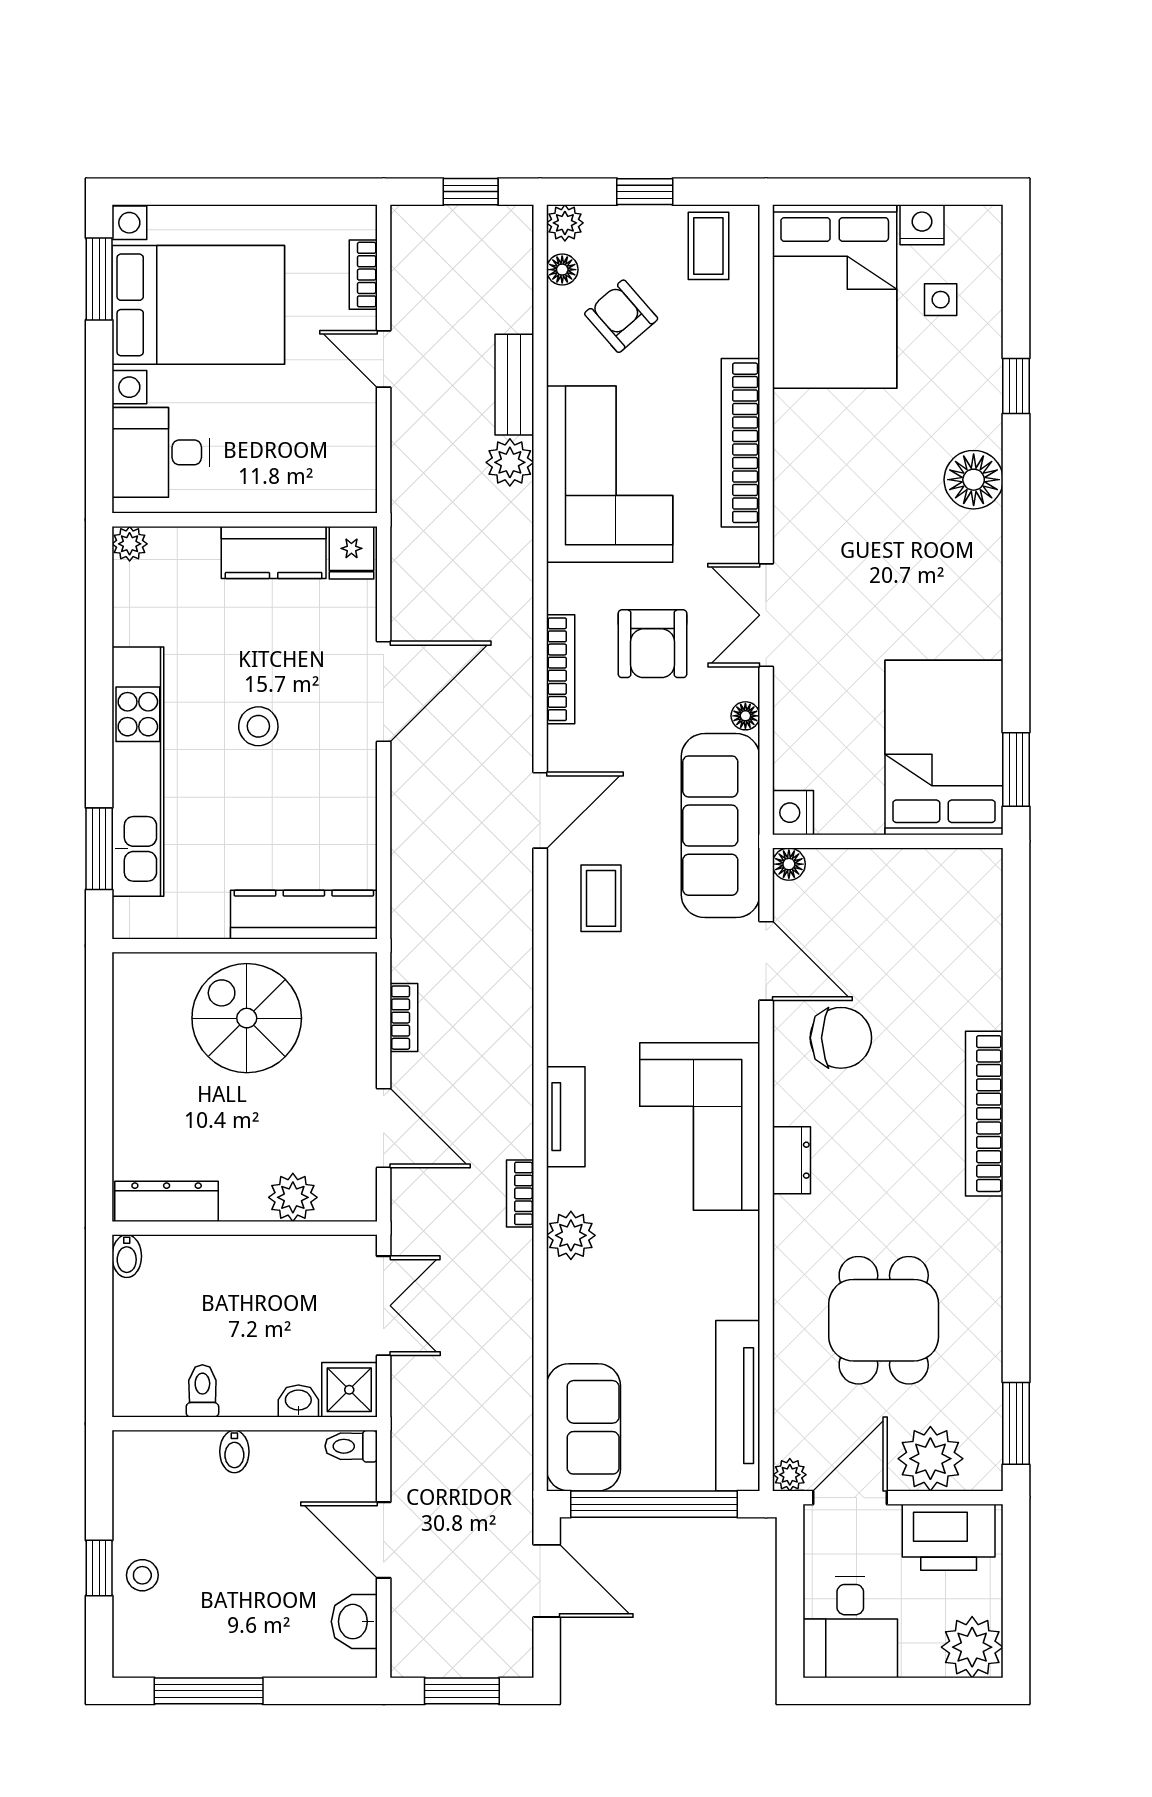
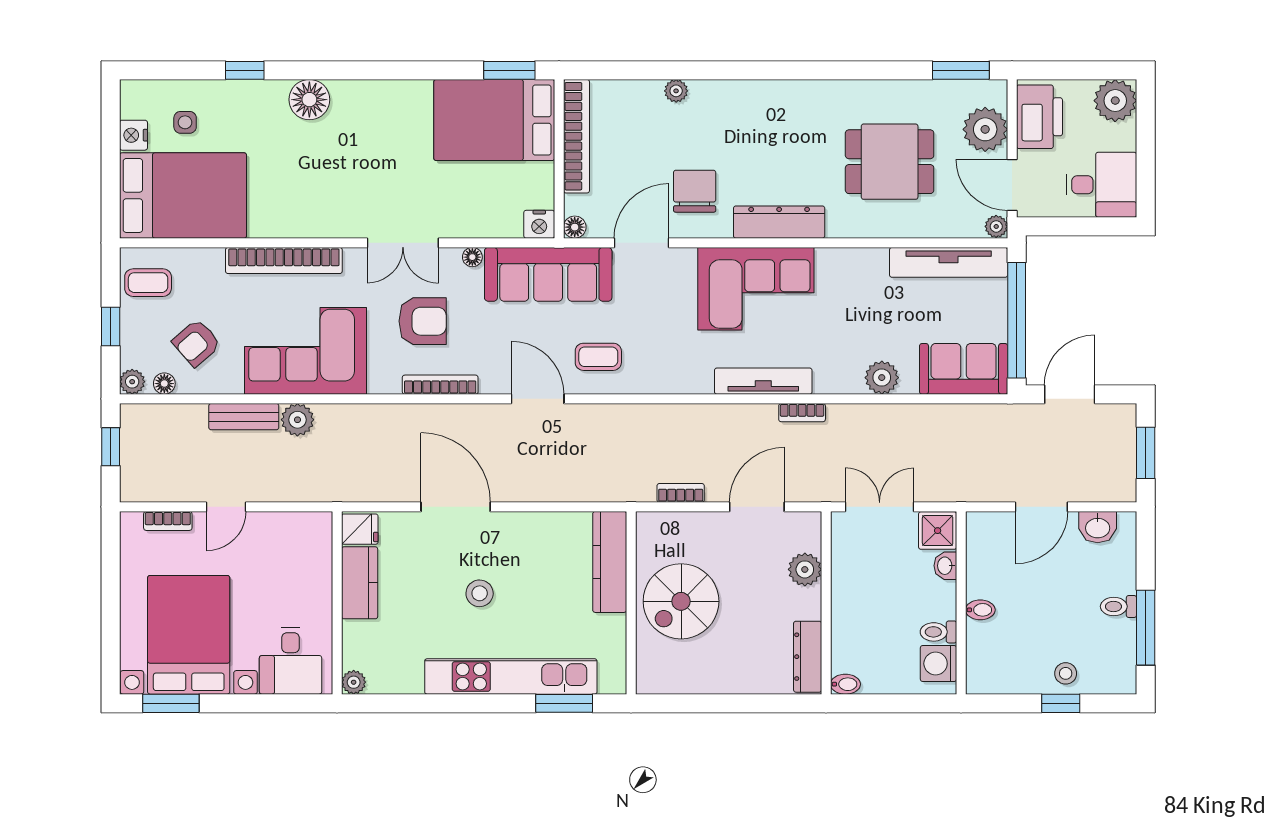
plant: (986, 1011) -> (676, 91), added
bookcase: (984, 1114) -> (576, 136), moved, turned -90
tv unit: (566, 1117) -> (763, 381), width x1.41
dresser: (792, 1160) -> (779, 222), width x1.96, depth x1.24
plant: (571, 1235) -> (882, 378), moved
washing machine: (157, 1391) -> (938, 664), added
toilet: (351, 1446) -> (1118, 606), moved, turned 90

